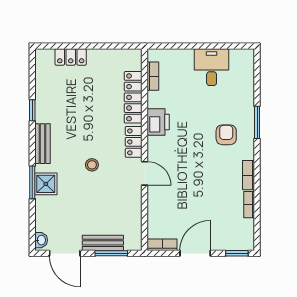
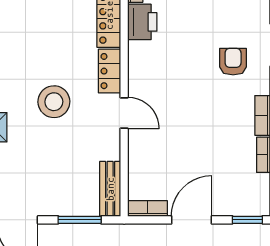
printer: (158, 122) -> (142, 22), moved
stool: (92, 165) -> (54, 102), width x1.89, depth x1.89
bench: (103, 243) -> (110, 189), moved, turned 90

